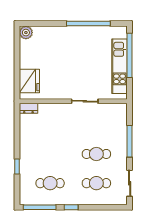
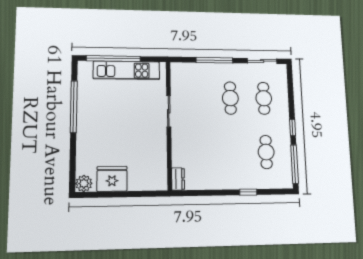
fridge: (29, 81) -> (112, 179), moved

